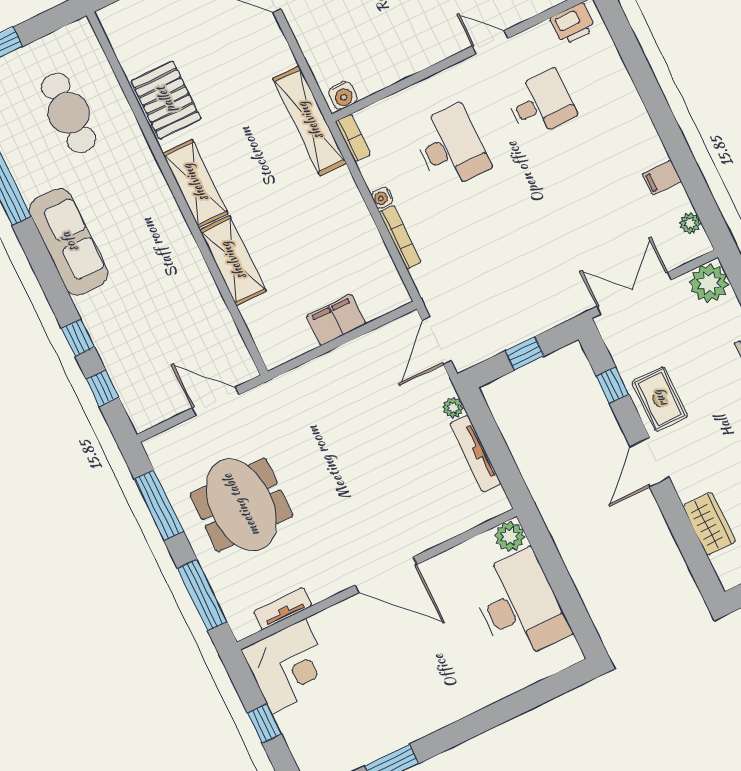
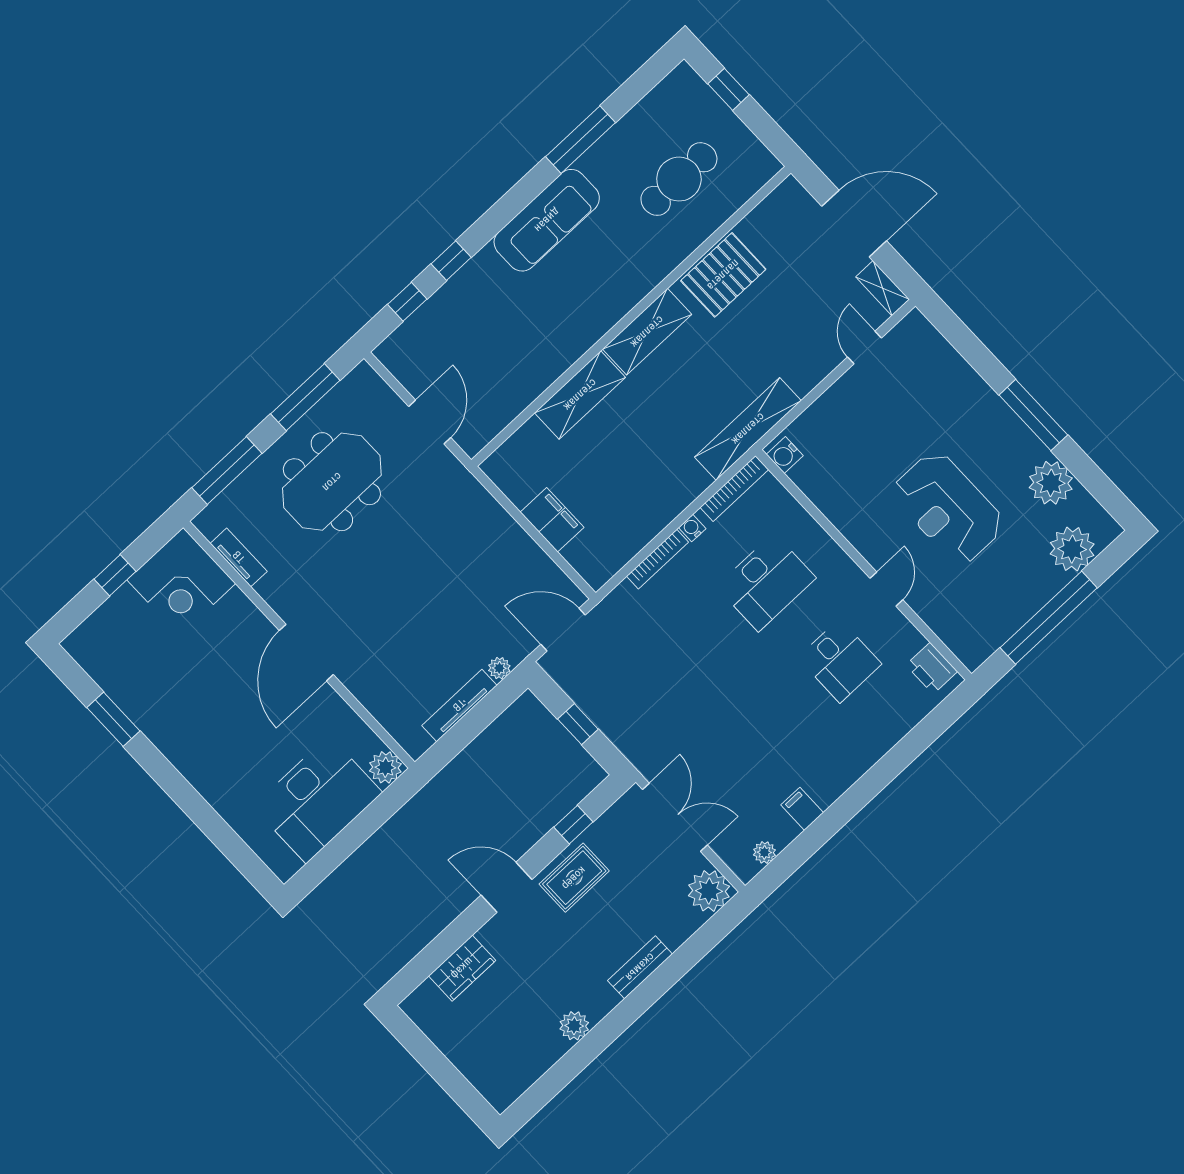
bookcase: (353, 138) -> (734, 489), width x1.56

